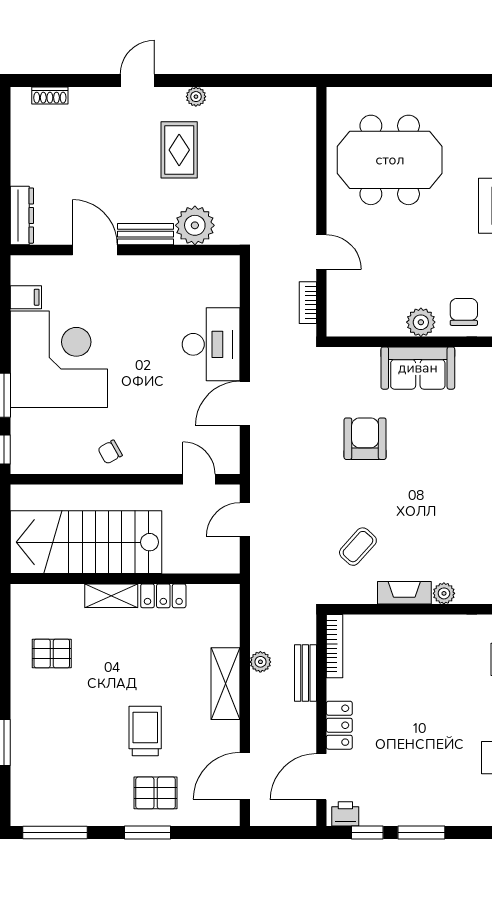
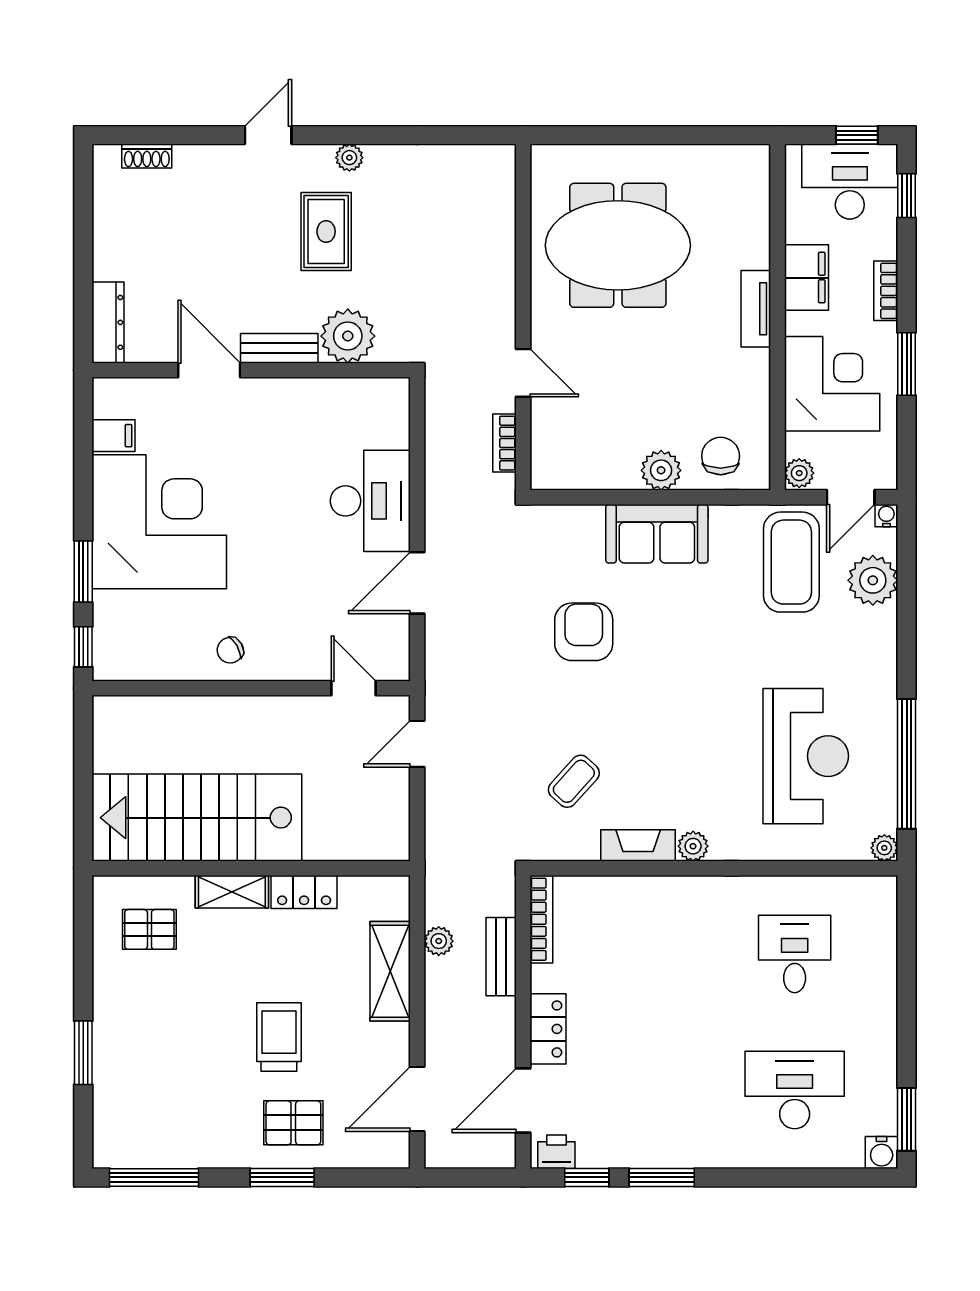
stairs: (86, 542) -> (197, 818), moved
wall: (125, 579) -> (251, 868), moved
shelving: (111, 596) -> (232, 892), moved
locker: (163, 596) -> (304, 892), moved

